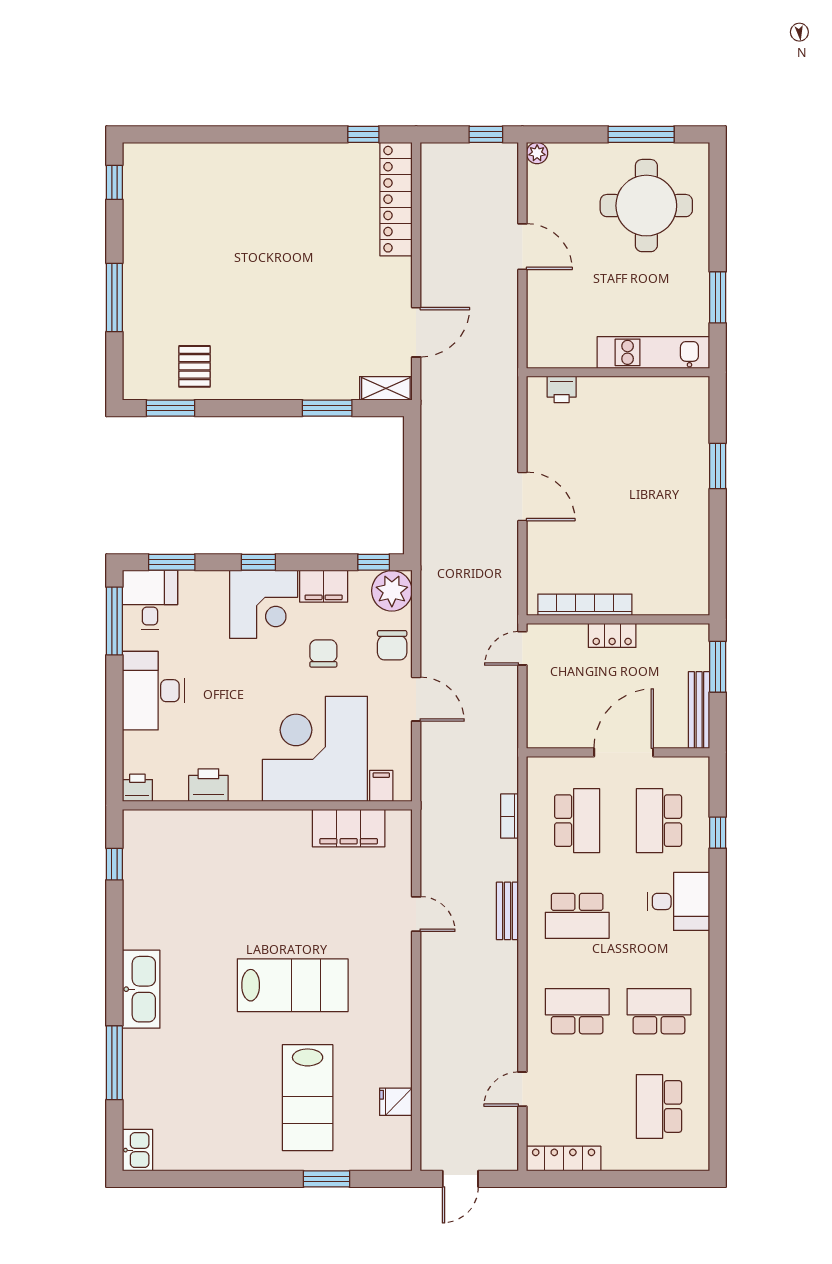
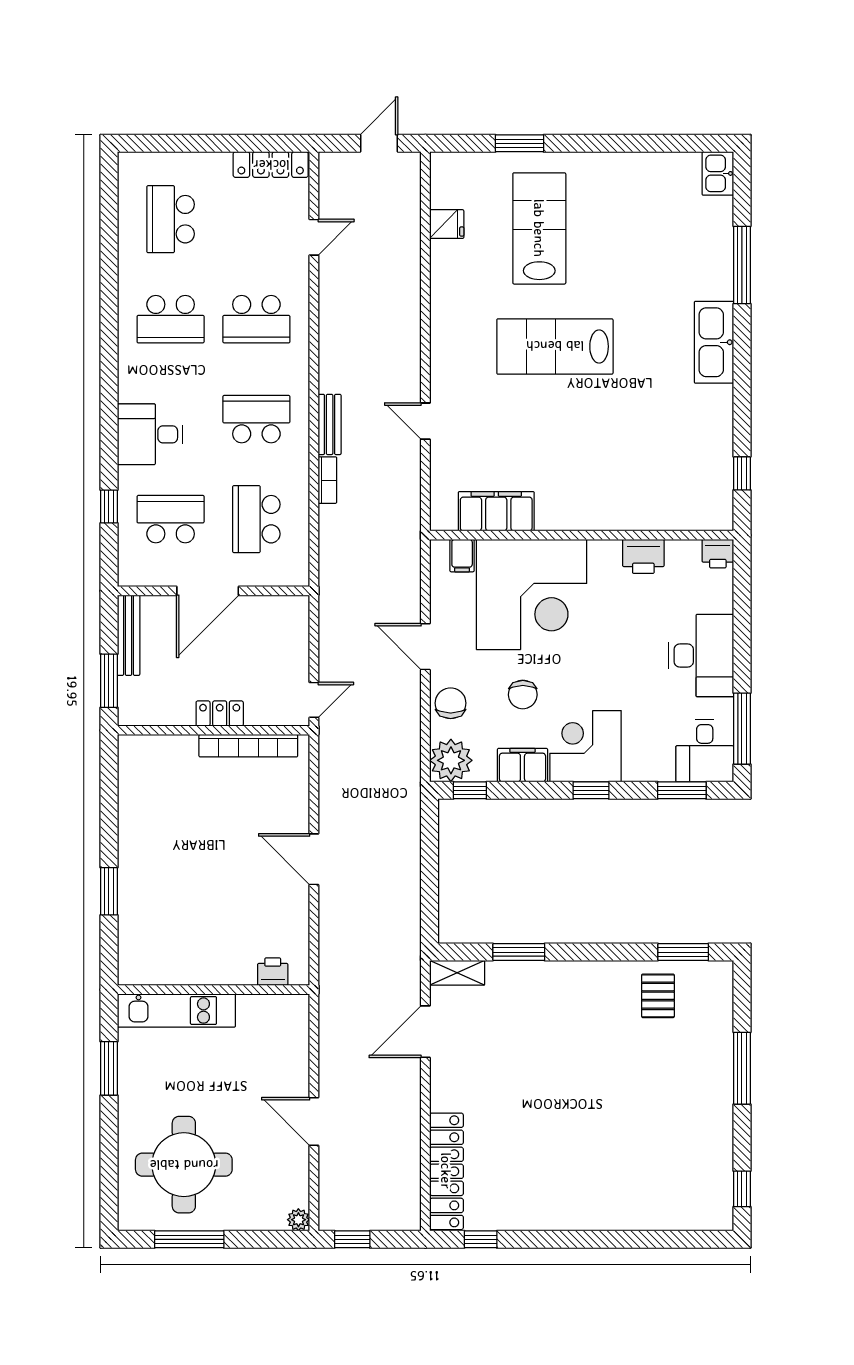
bookcase: (510, 816) -> (327, 480), moved
school desk: (659, 821) -> (171, 519), turned -90
school desk: (659, 1106) -> (171, 219), turned 180

